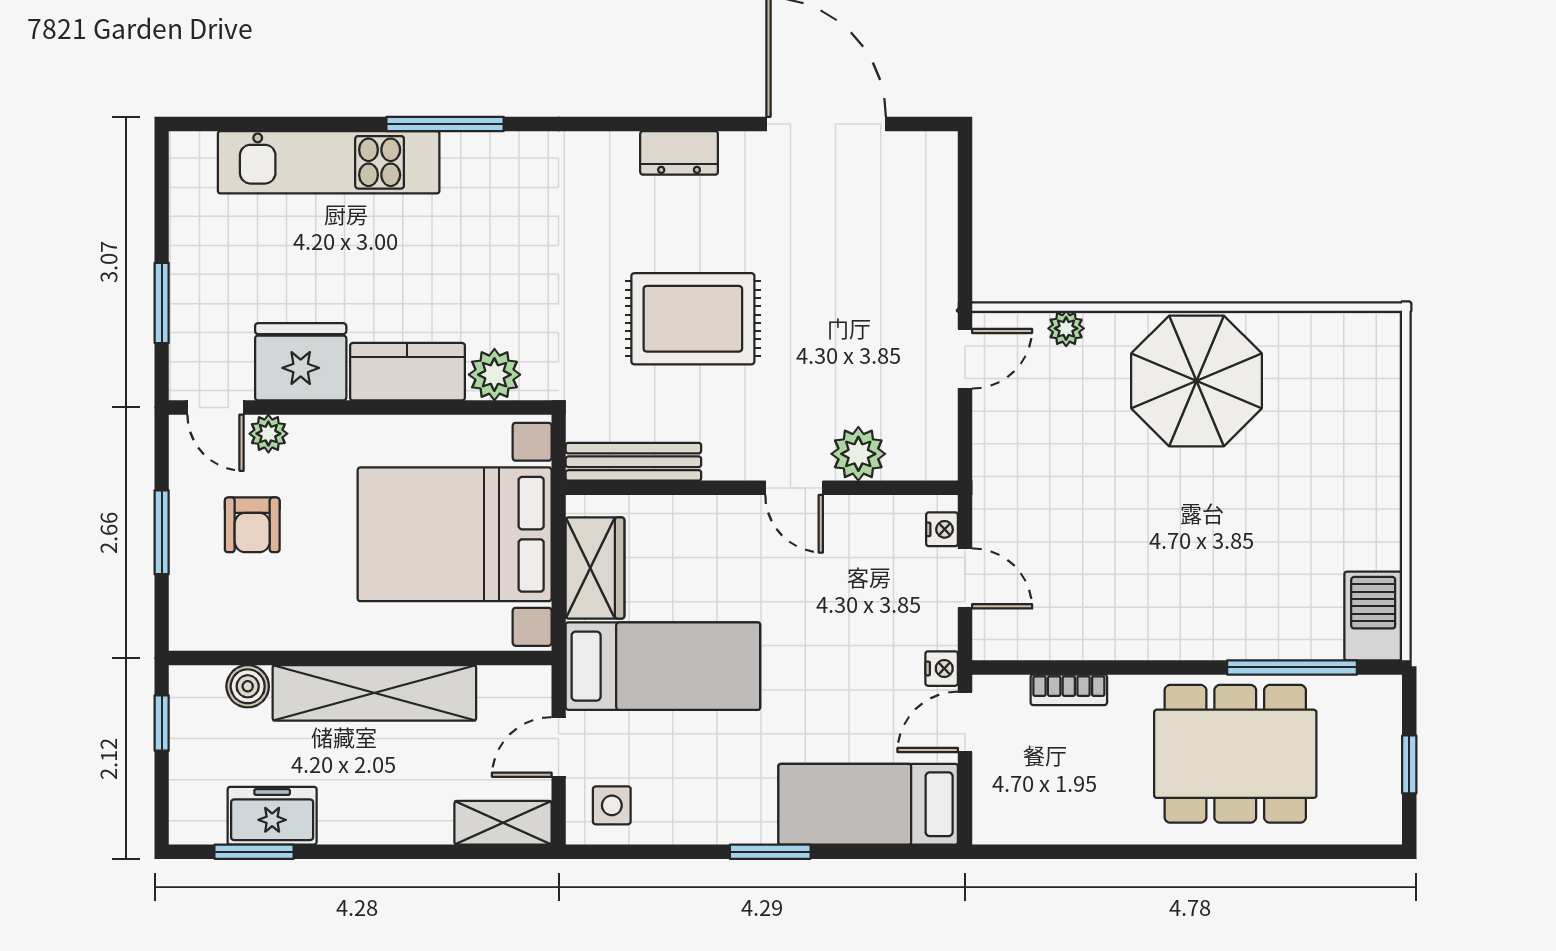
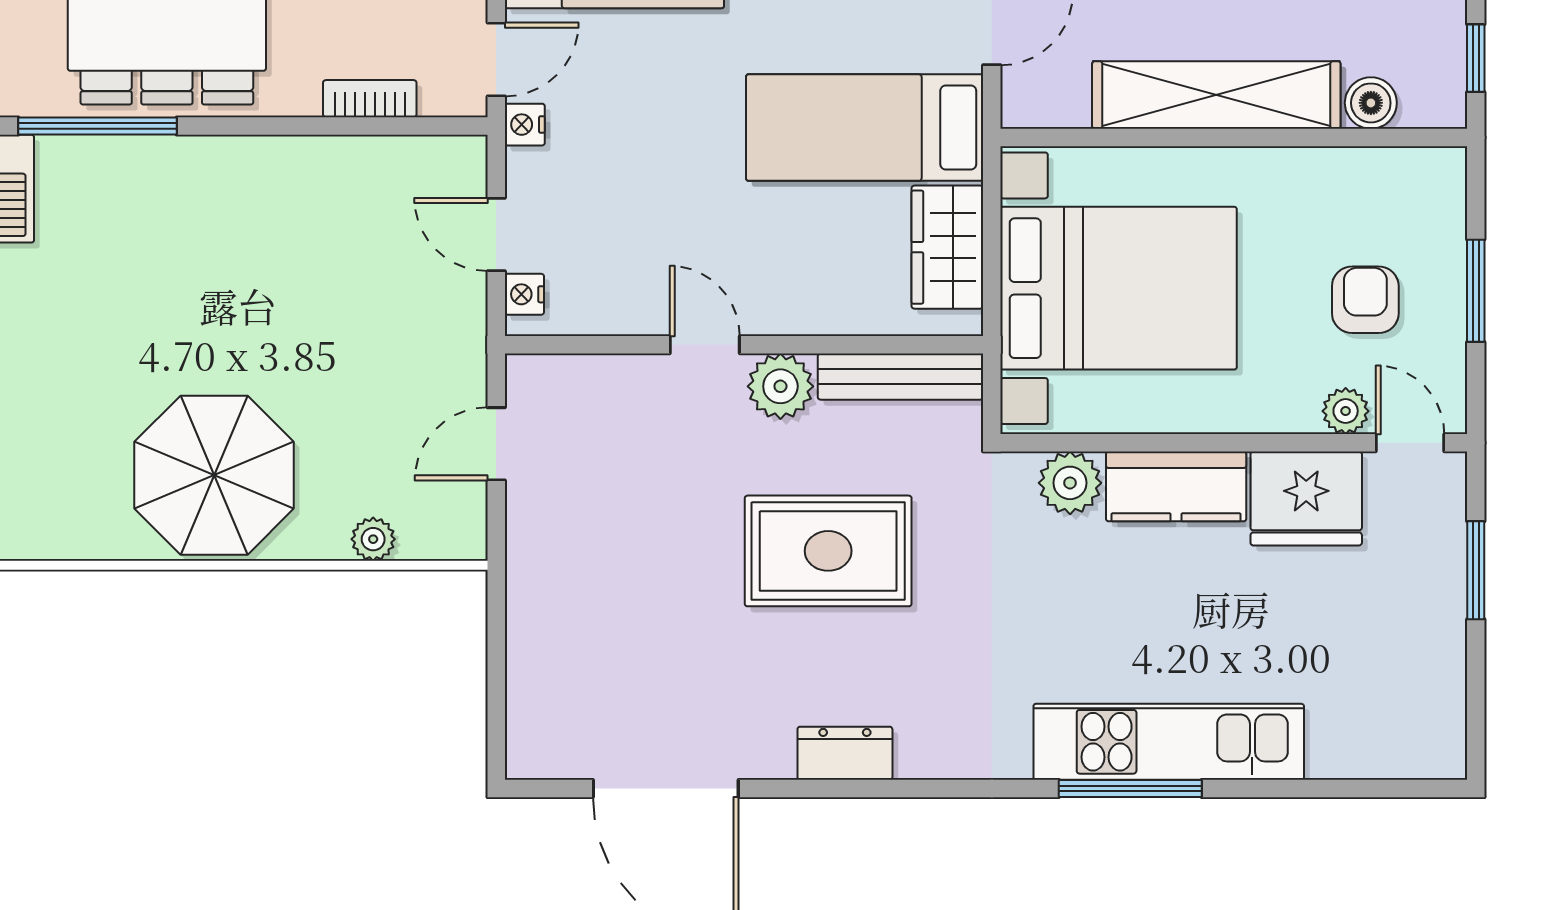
kitchen unit: (329, 162) -> (1169, 742), moved
door: (965, 359) -> (496, 444), moved
plant: (858, 454) -> (780, 386), moved

